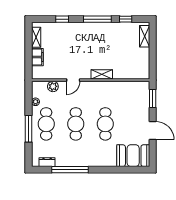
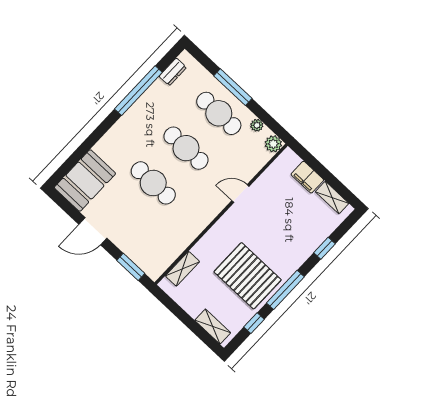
pallet: (107, 42) -> (248, 276), added
shelving: (102, 74) -> (182, 269), moved
door: (73, 80) -> (240, 194), hinge flipped
plant: (53, 86) -> (273, 144), moved

